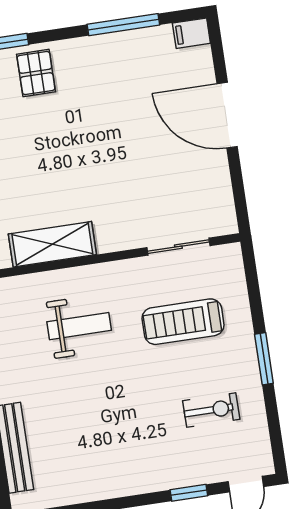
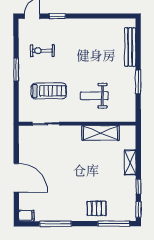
pallet: (36, 73) -> (97, 208), turned 90

